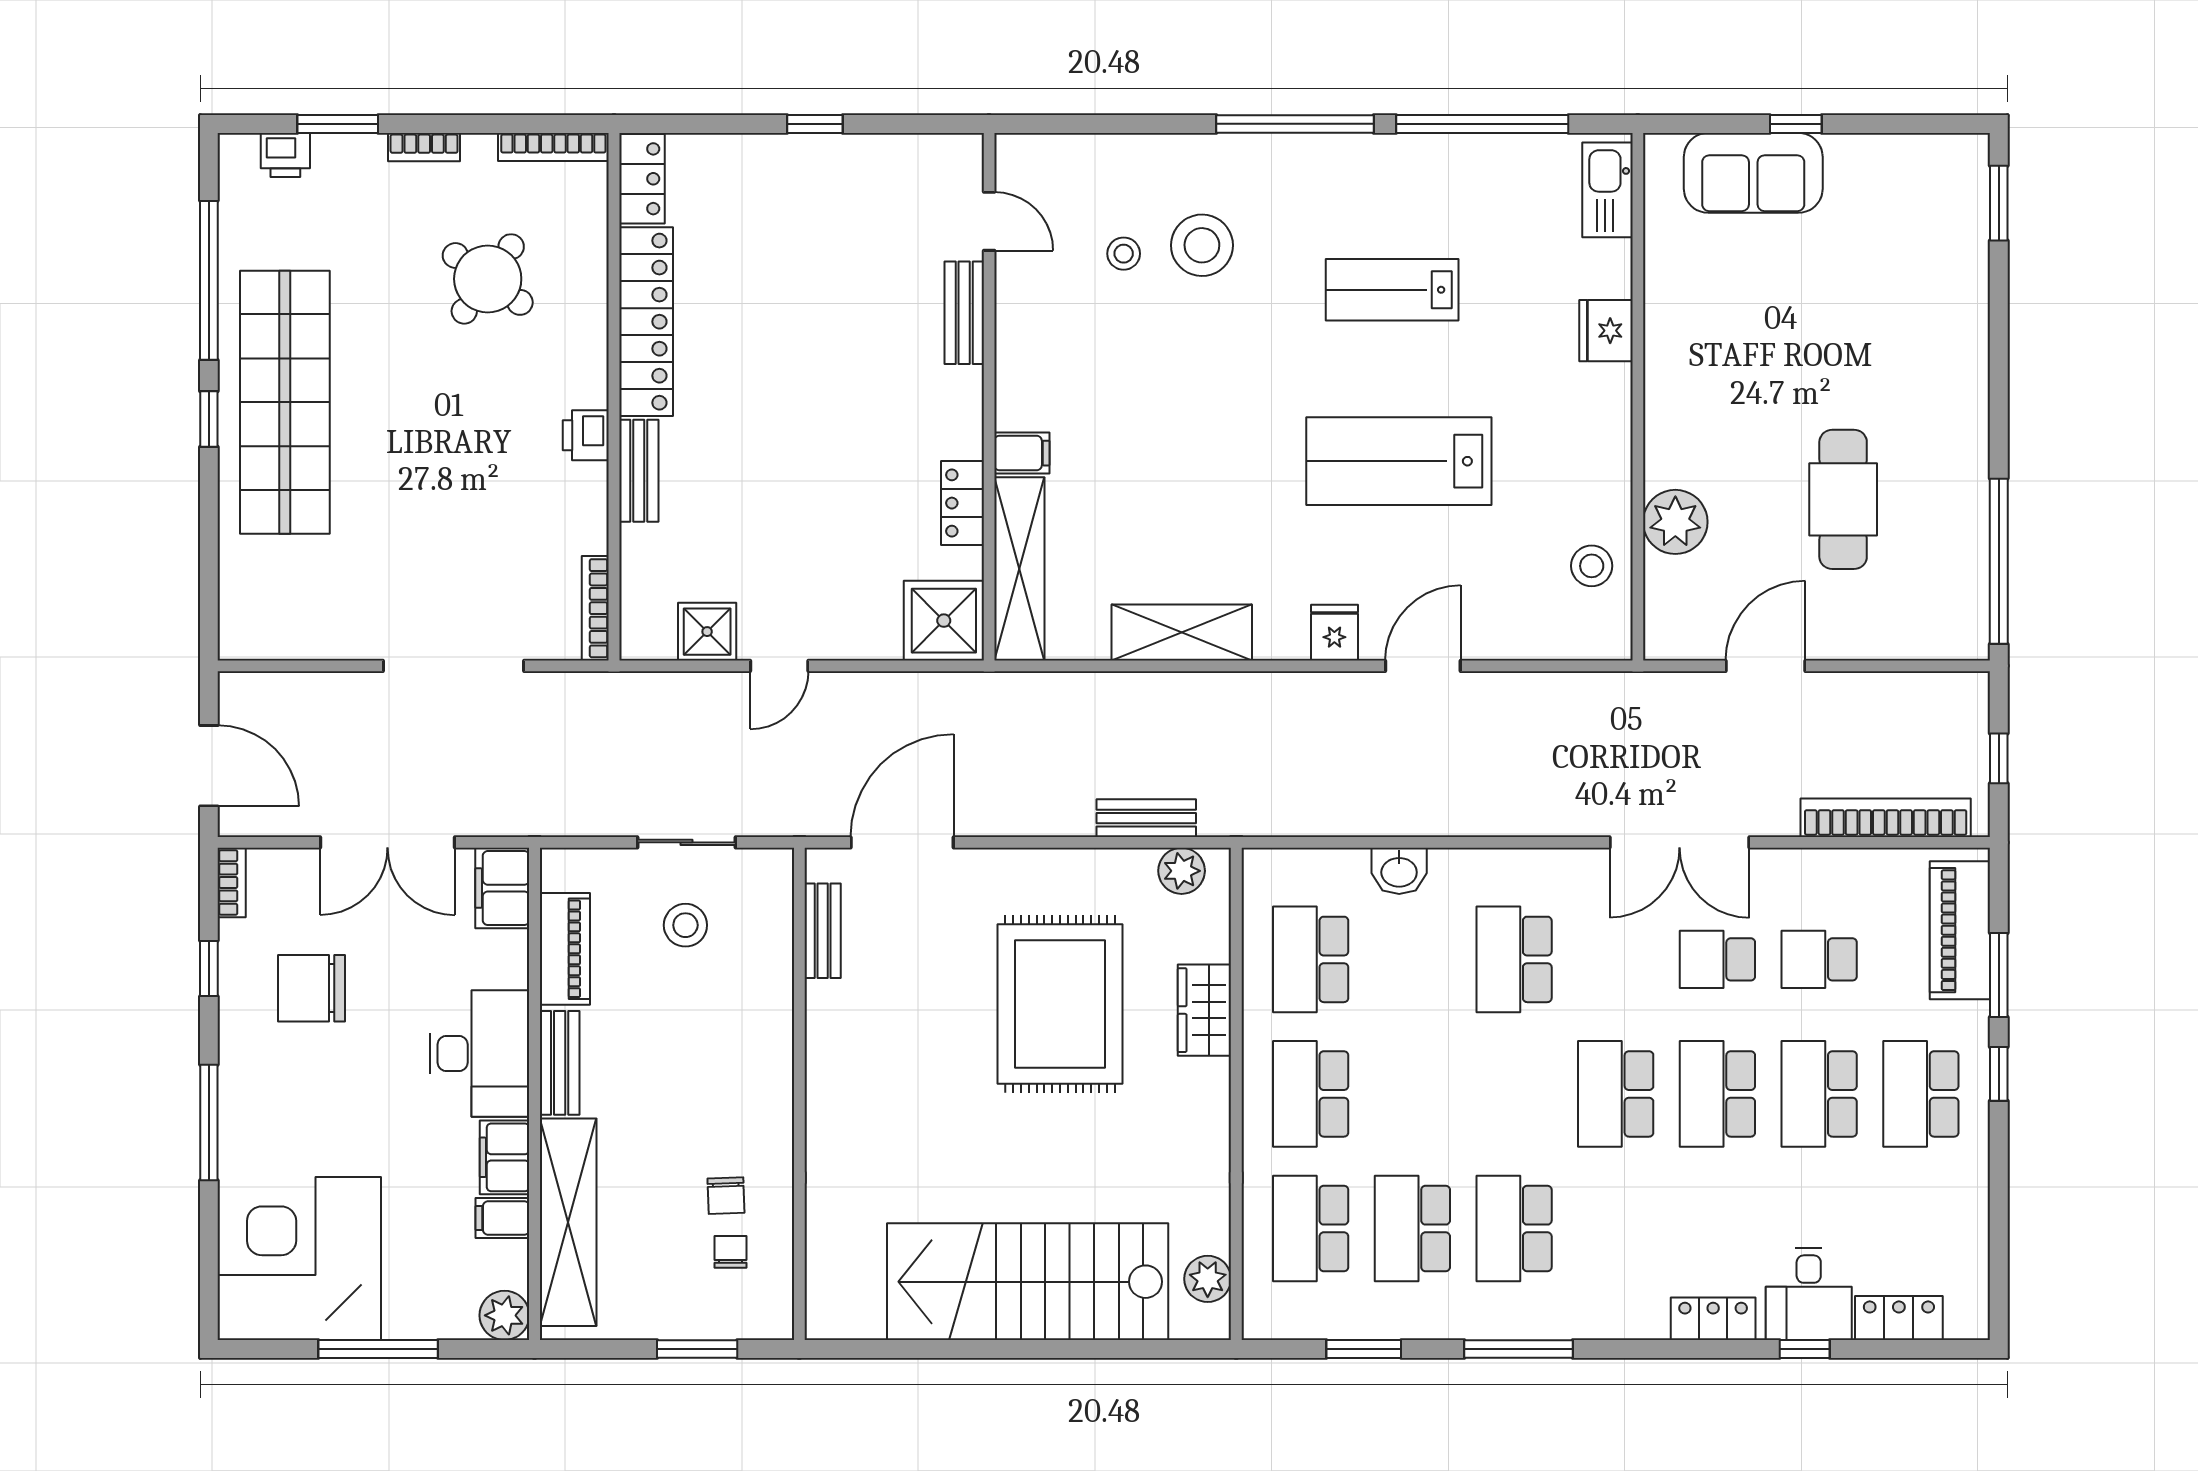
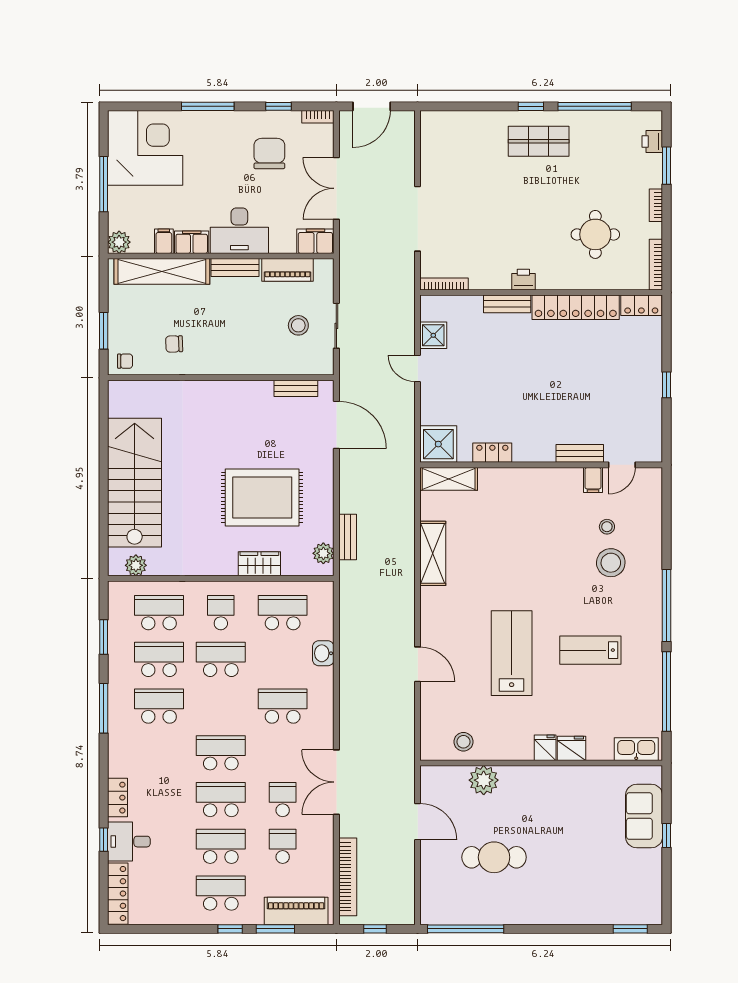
round table: (488, 279) -> (595, 234), turned -36
lab bench: (1392, 290) -> (590, 650), turned -90
shop shelf: (285, 402) -> (539, 141), width x0.50, depth x0.74
filing cabinet: (1022, 453) -> (593, 480), moved
shelving: (1019, 569) -> (449, 479), width x0.68
fridge: (1334, 633) -> (545, 748), moved, turned -90
school desk: (1311, 1094) -> (221, 613), width x0.54
school desk: (1412, 1094) -> (221, 659), added
chair: (731, 1252) -> (125, 361), moved
locker: (1899, 1318) -> (118, 894), width x1.53

